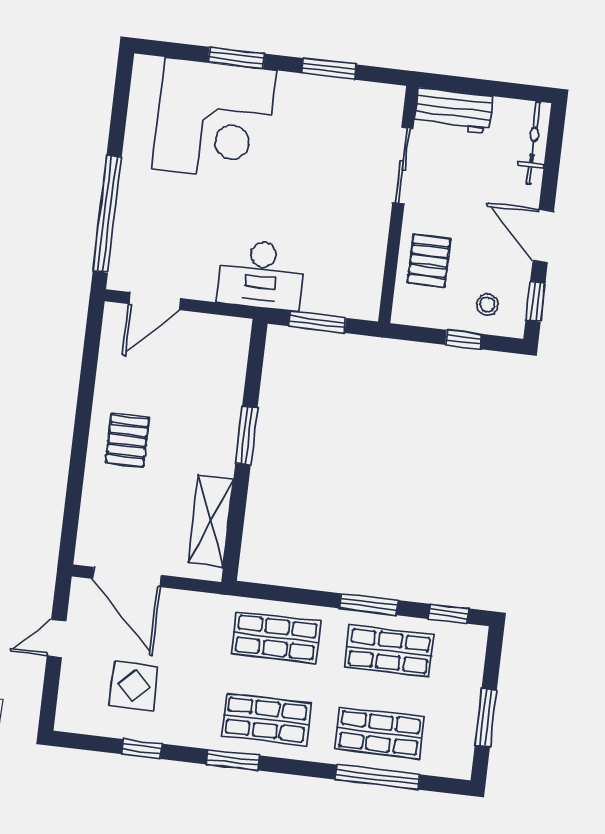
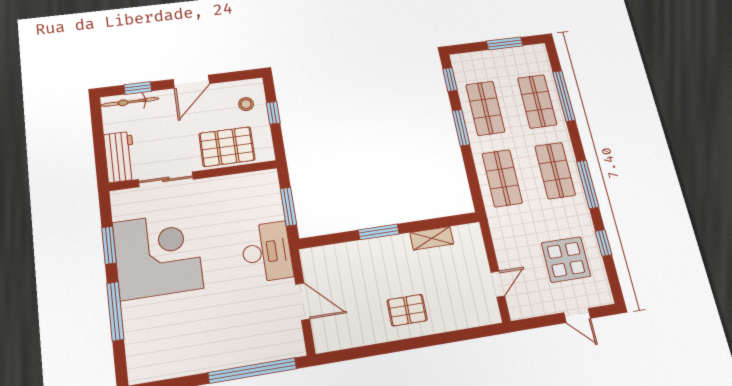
window: (236, 58) -> (115, 311), width x1.44
corner desk: (214, 120) -> (158, 255), moved
pallet: (429, 261) -> (227, 147), width x1.50, depth x1.42
door: (155, 301) -> (303, 302), moved
window: (535, 301) -> (138, 88), moved
shelving: (211, 521) -> (432, 238), width x0.67, depth x0.75
door: (127, 577) -> (498, 284), width x0.53
door: (57, 638) -> (577, 315), moved
display table: (134, 686) -> (566, 260), width x1.36, depth x1.36
window: (233, 760) -> (588, 184), width x1.44

